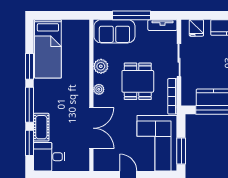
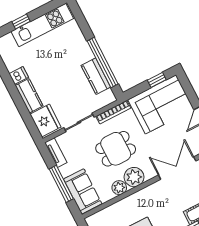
fridge: (196, 28) -> (46, 121), width x1.88, depth x1.34
plant: (99, 89) -> (134, 177), width x1.88, depth x1.88
window: (181, 151) -> (157, 80), width x0.67

